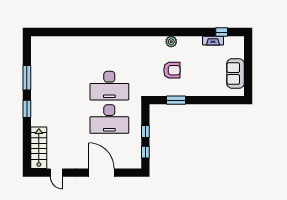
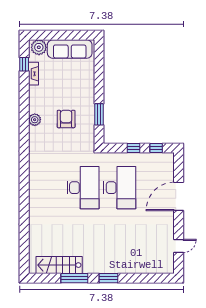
plant: (237, 45) -> (39, 47), added
sofa: (236, 74) -> (70, 49), width x1.36
stairs: (39, 148) -> (59, 265), moved

